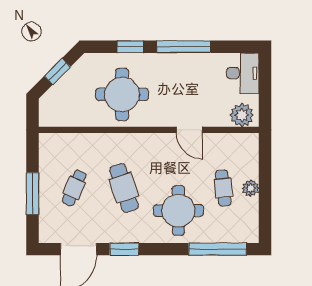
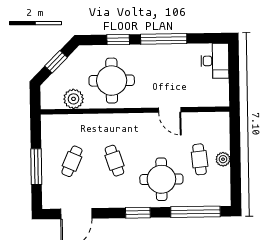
plant: (242, 115) -> (74, 99), moved
cafe table: (124, 188) -> (114, 161), width x0.73, depth x0.74
window: (124, 249) -> (138, 213), moved

